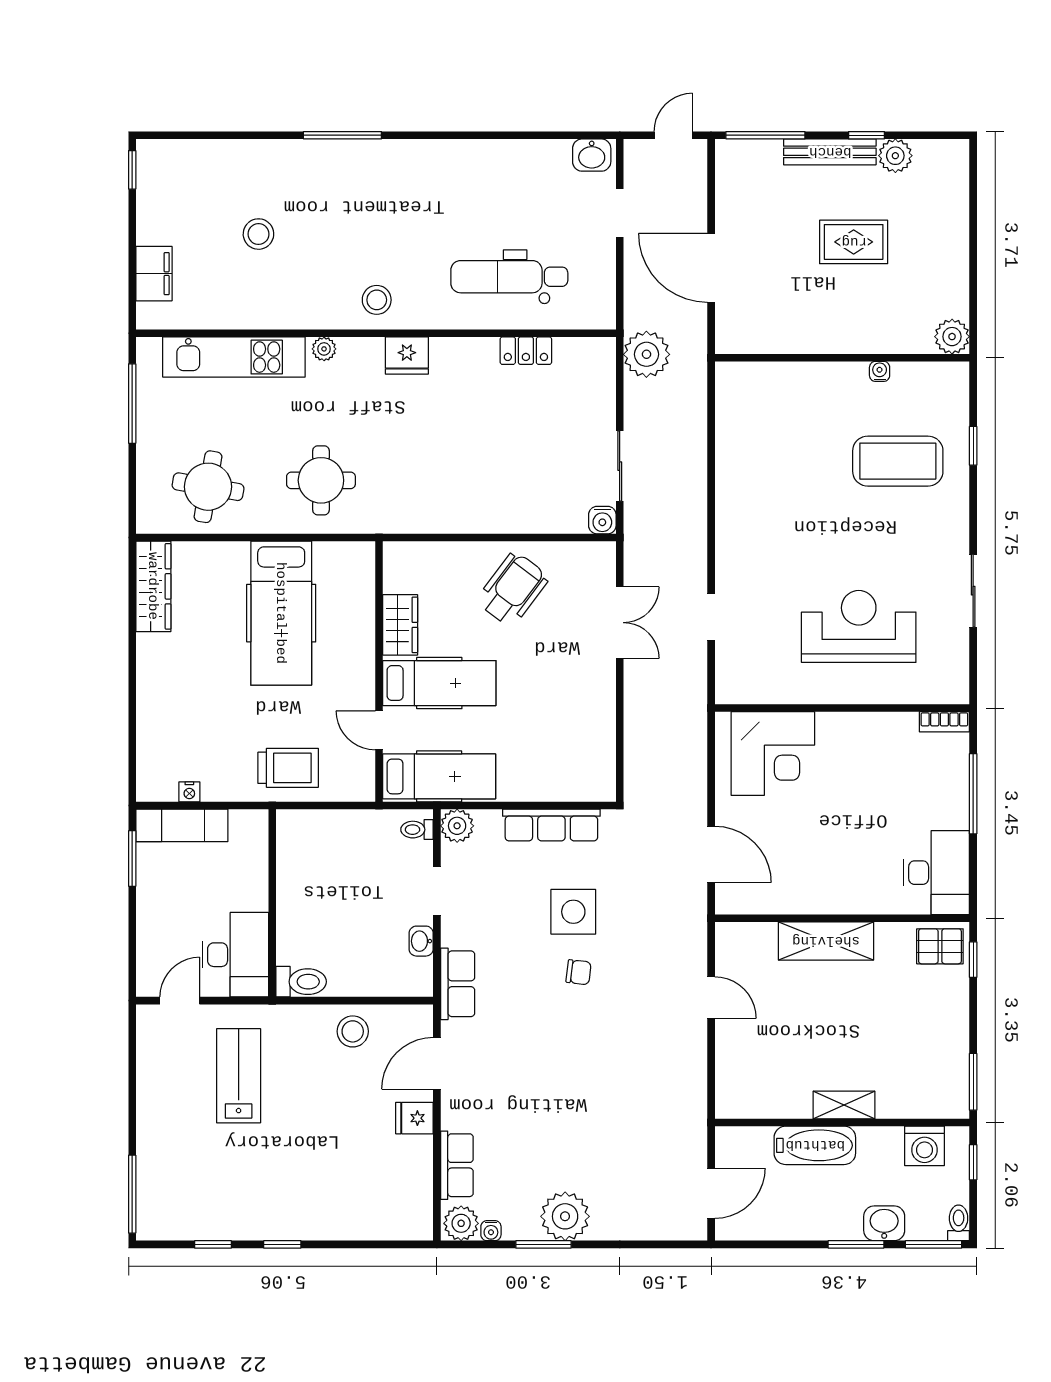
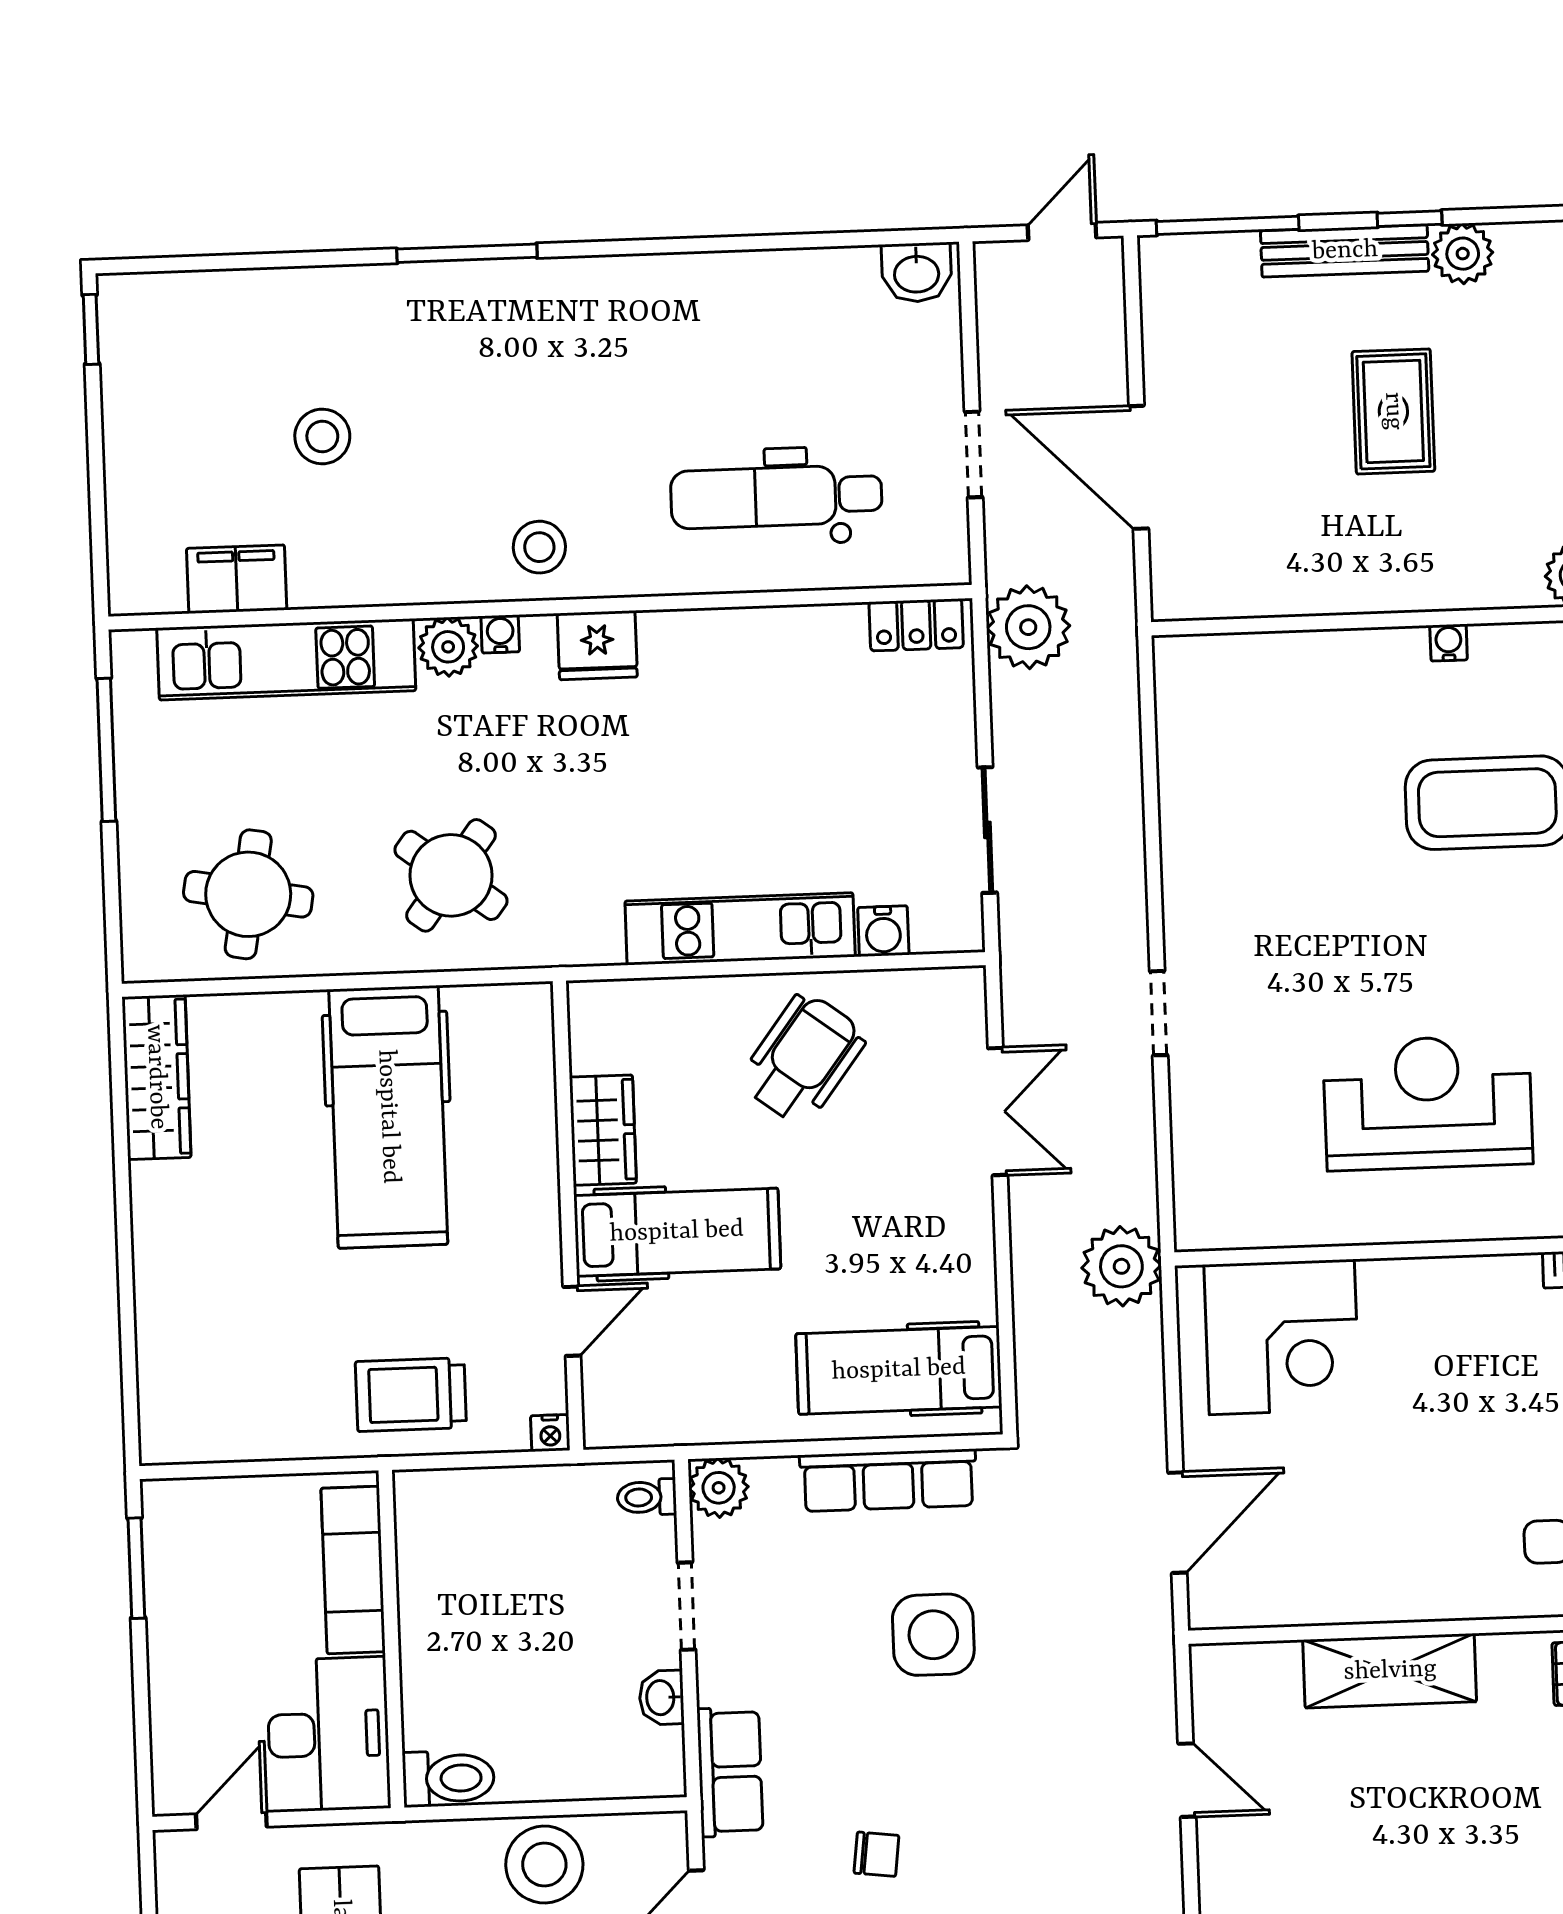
doorway: (620, 213) -> (974, 454), moved
rug: (854, 242) -> (1393, 411), turned 90
filing cabinet: (154, 274) -> (237, 579), moved, turned -90
water cooler: (353, 347) -> (500, 634), added
plant: (324, 349) -> (448, 647), width x1.38, depth x1.38
locker: (526, 351) -> (916, 625), moved
round table: (321, 480) -> (451, 875), turned 37
kitchen unit: (480, 516) -> (740, 929), added
water cooler: (602, 520) -> (883, 931), moved
doorway: (711, 617) -> (1159, 1013), moved
plant: (685, 711) -> (1121, 1266), added
door: (379, 730) -> (572, 1321), swing flipped
trolley: (288, 768) -> (411, 1395), turned 180
hospital bed: (439, 776) -> (899, 1370), moved, turned 180
nightstand: (189, 792) -> (550, 1433), moved
exam couch: (182, 825) -> (353, 1570), moved, turned 90
door: (711, 855) -> (1177, 1523), hinge flipped
chair: (579, 972) -> (877, 1854), moved
stool: (353, 1031) -> (544, 1865), width x1.38, depth x1.38

